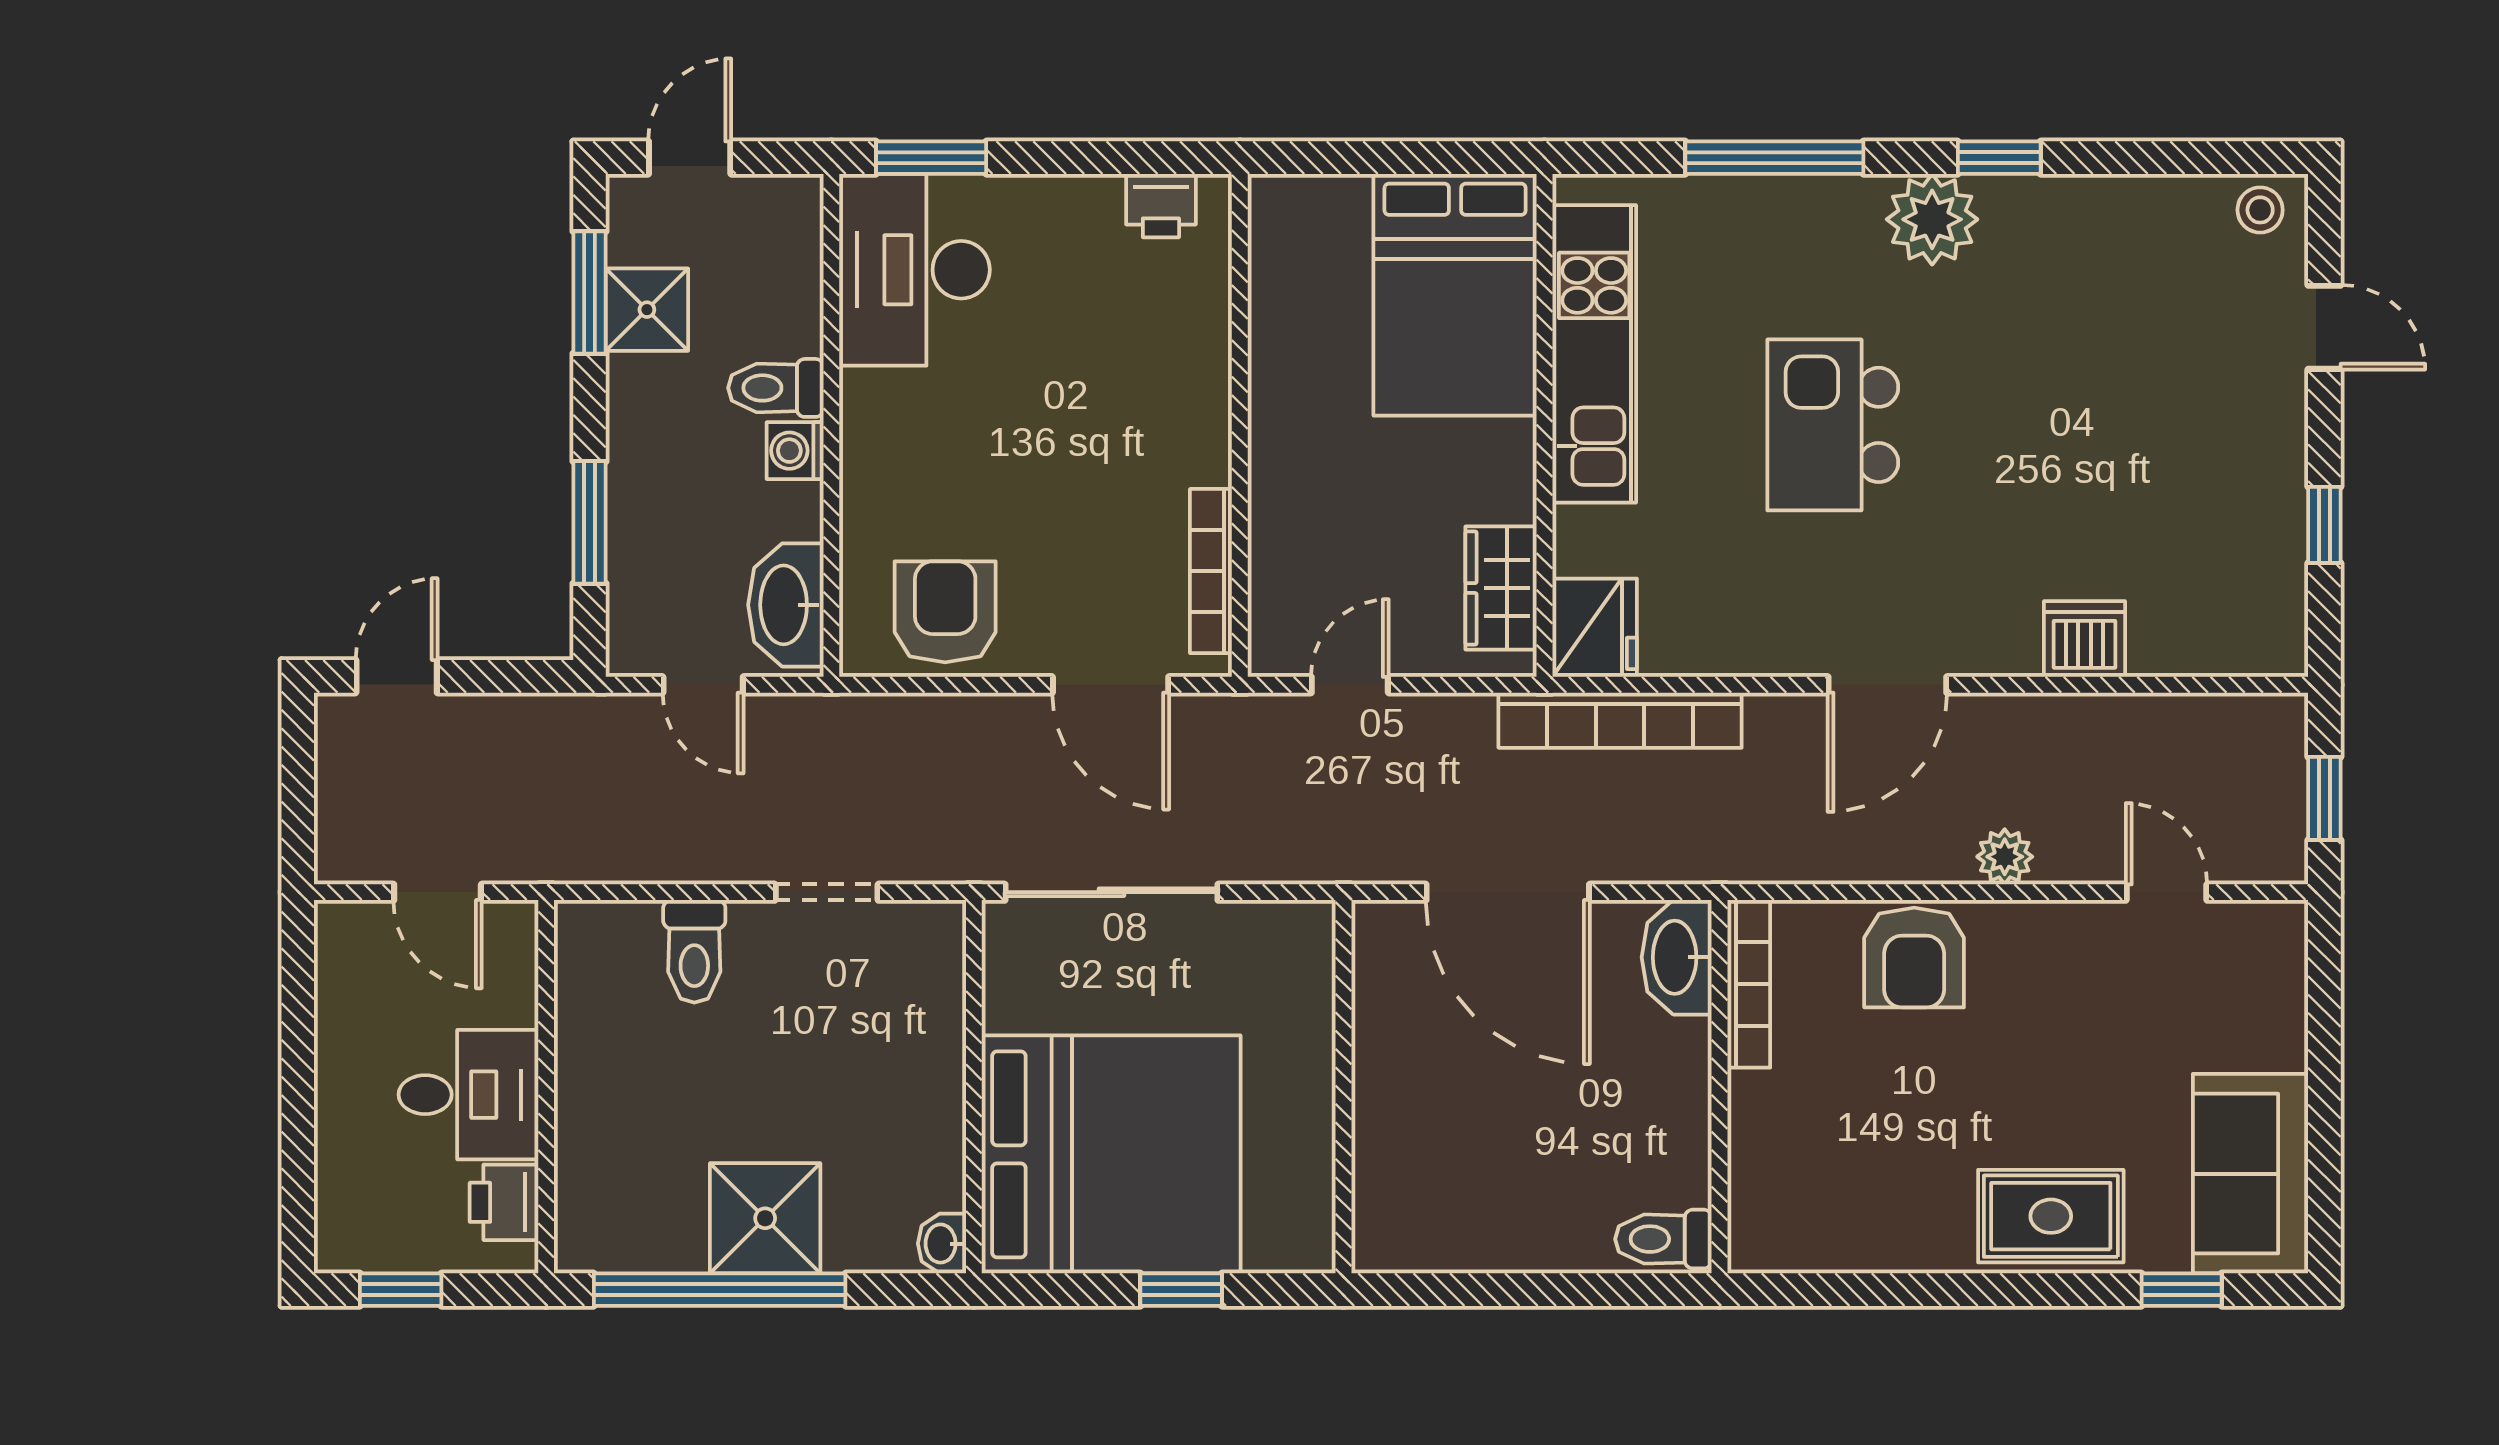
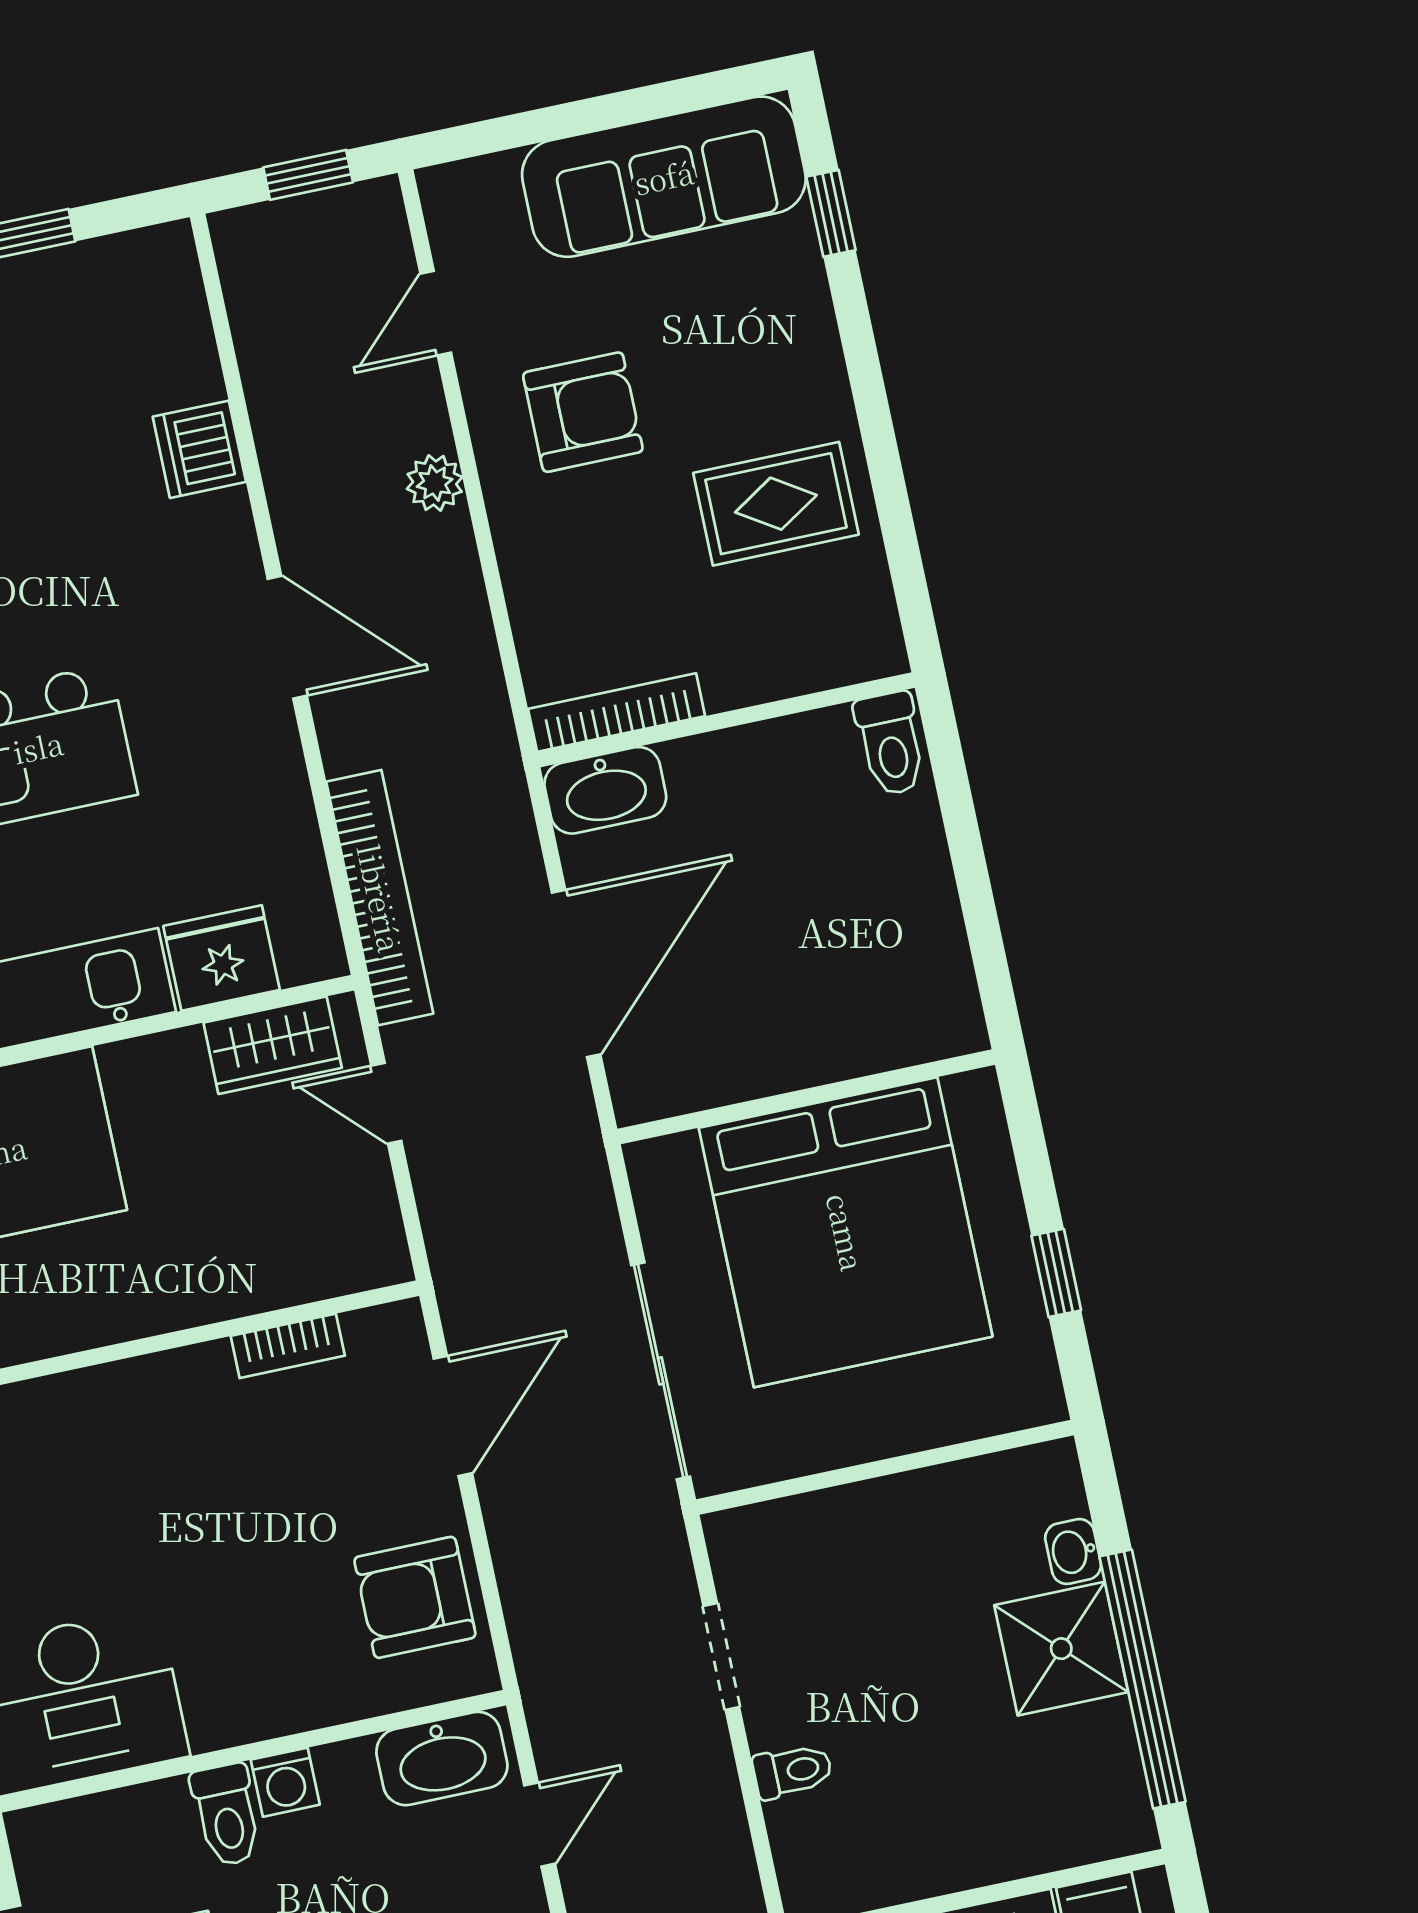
bookcase: (1211, 571) -> (288, 1346), width x0.64
fridge: (1595, 628) -> (222, 958), moved
door: (1350, 685) -> (386, 1103), moved
toilet: (694, 951) -> (793, 1771), width x0.73, depth x0.72
armchair: (1914, 958) -> (583, 412), moved
bed: (1111, 1154) -> (846, 1232), moved, turned 180
sofa: (2250, 1174) -> (664, 177), width x1.36
rug: (2051, 1216) -> (776, 504), moved, turned 90
washbasin: (942, 1244) -> (1073, 1552), moved, turned 90
window: (1181, 1290) -> (1056, 1273), moved

